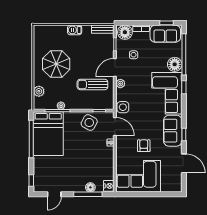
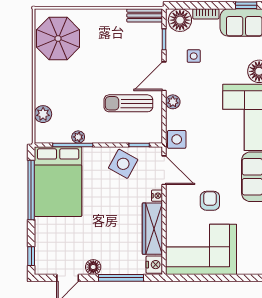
barbecue: (75, 30) -> (100, 17), removed
parasol: (56, 64) -> (58, 38), moved
wardrobe: (108, 163) -> (152, 229), added
floor lamp: (90, 187) -> (93, 267), moved

